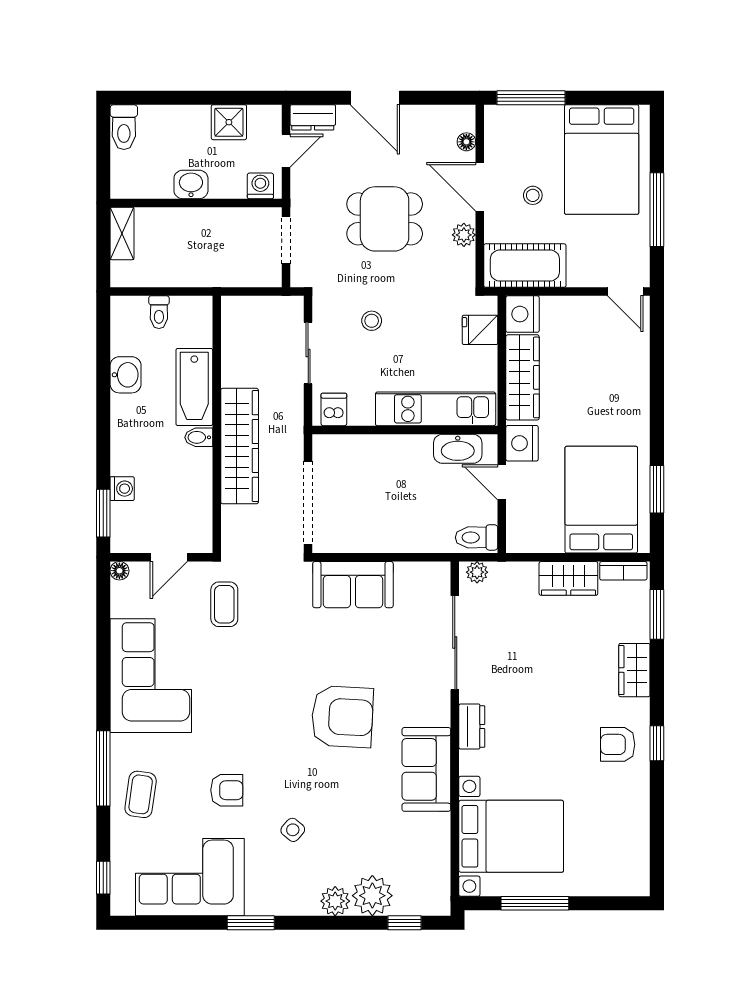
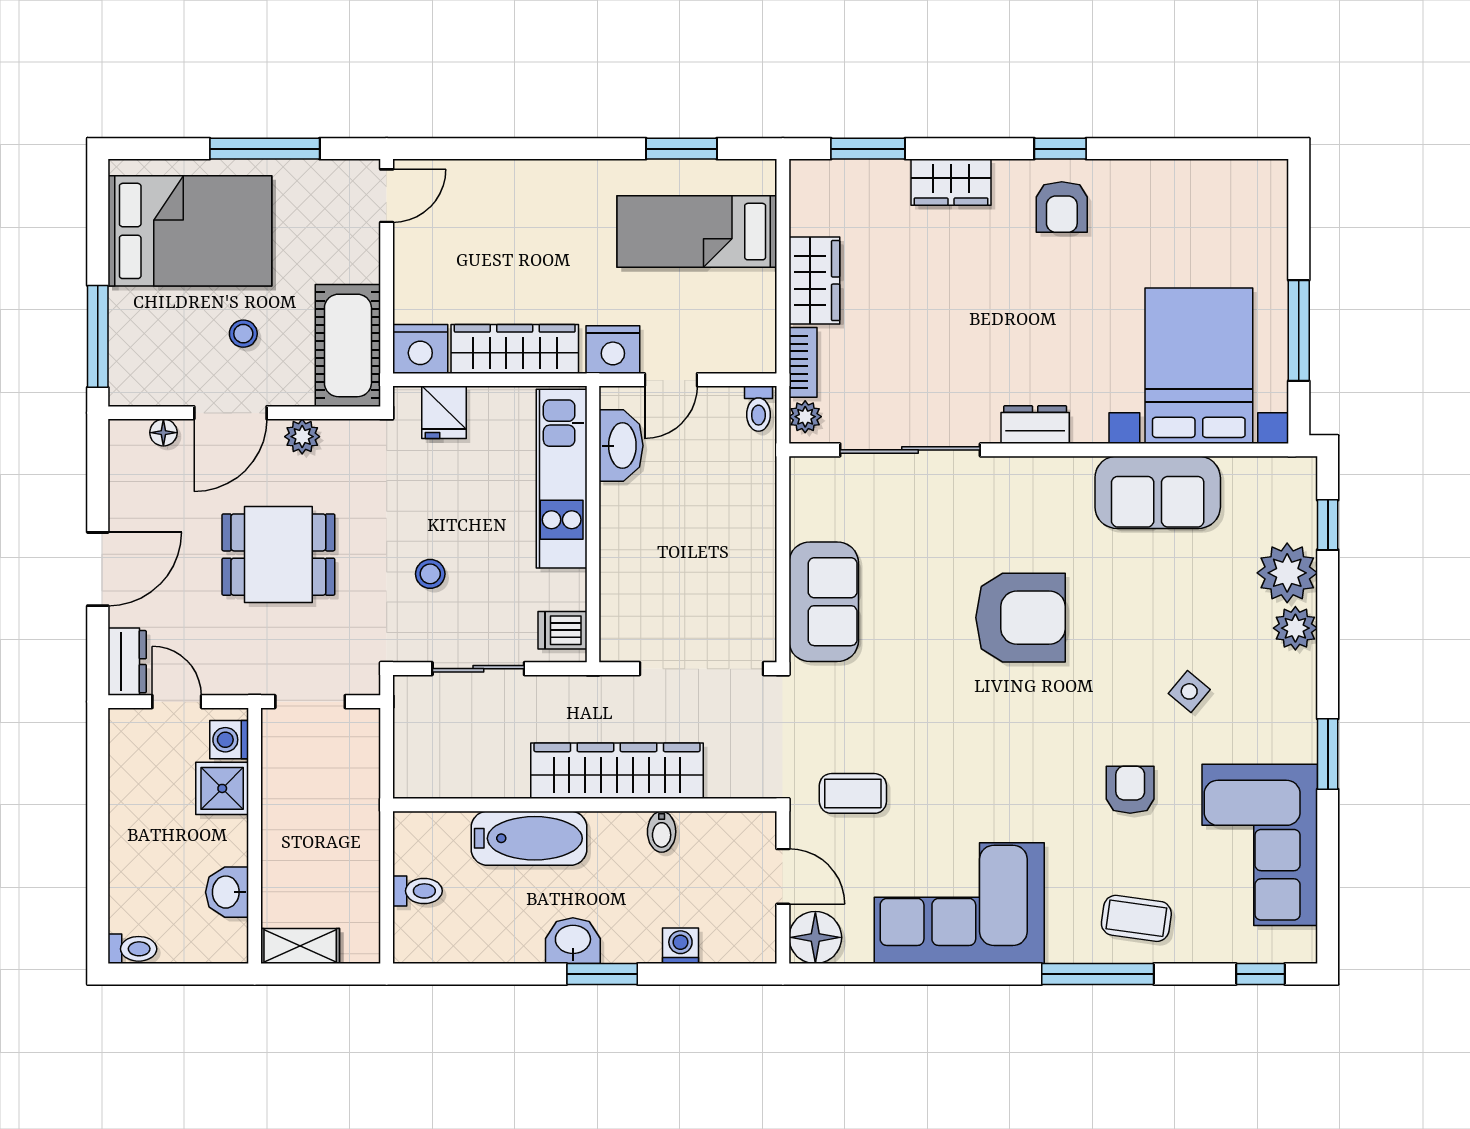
shower: (229, 122) -> (222, 788), moved
toilet: (124, 127) -> (132, 949), width x0.73, depth x0.72
washbasin: (191, 184) -> (227, 892), moved
dining table: (385, 219) -> (278, 555), turned 90
washbasin: (126, 375) -> (573, 941), moved
bidet: (199, 437) -> (662, 832), moved
bed: (601, 500) -> (697, 232), width x0.67
window: (103, 513) -> (602, 974), moved
toilet: (477, 537) -> (758, 409), width x0.73, depth x0.72
floor lamp: (119, 571) -> (815, 937), width x1.89, depth x1.89
bookcase: (623, 571) -> (803, 362), moved
armchair: (342, 717) -> (1021, 618), turned 87
sofa: (426, 769) -> (1158, 492), moved

